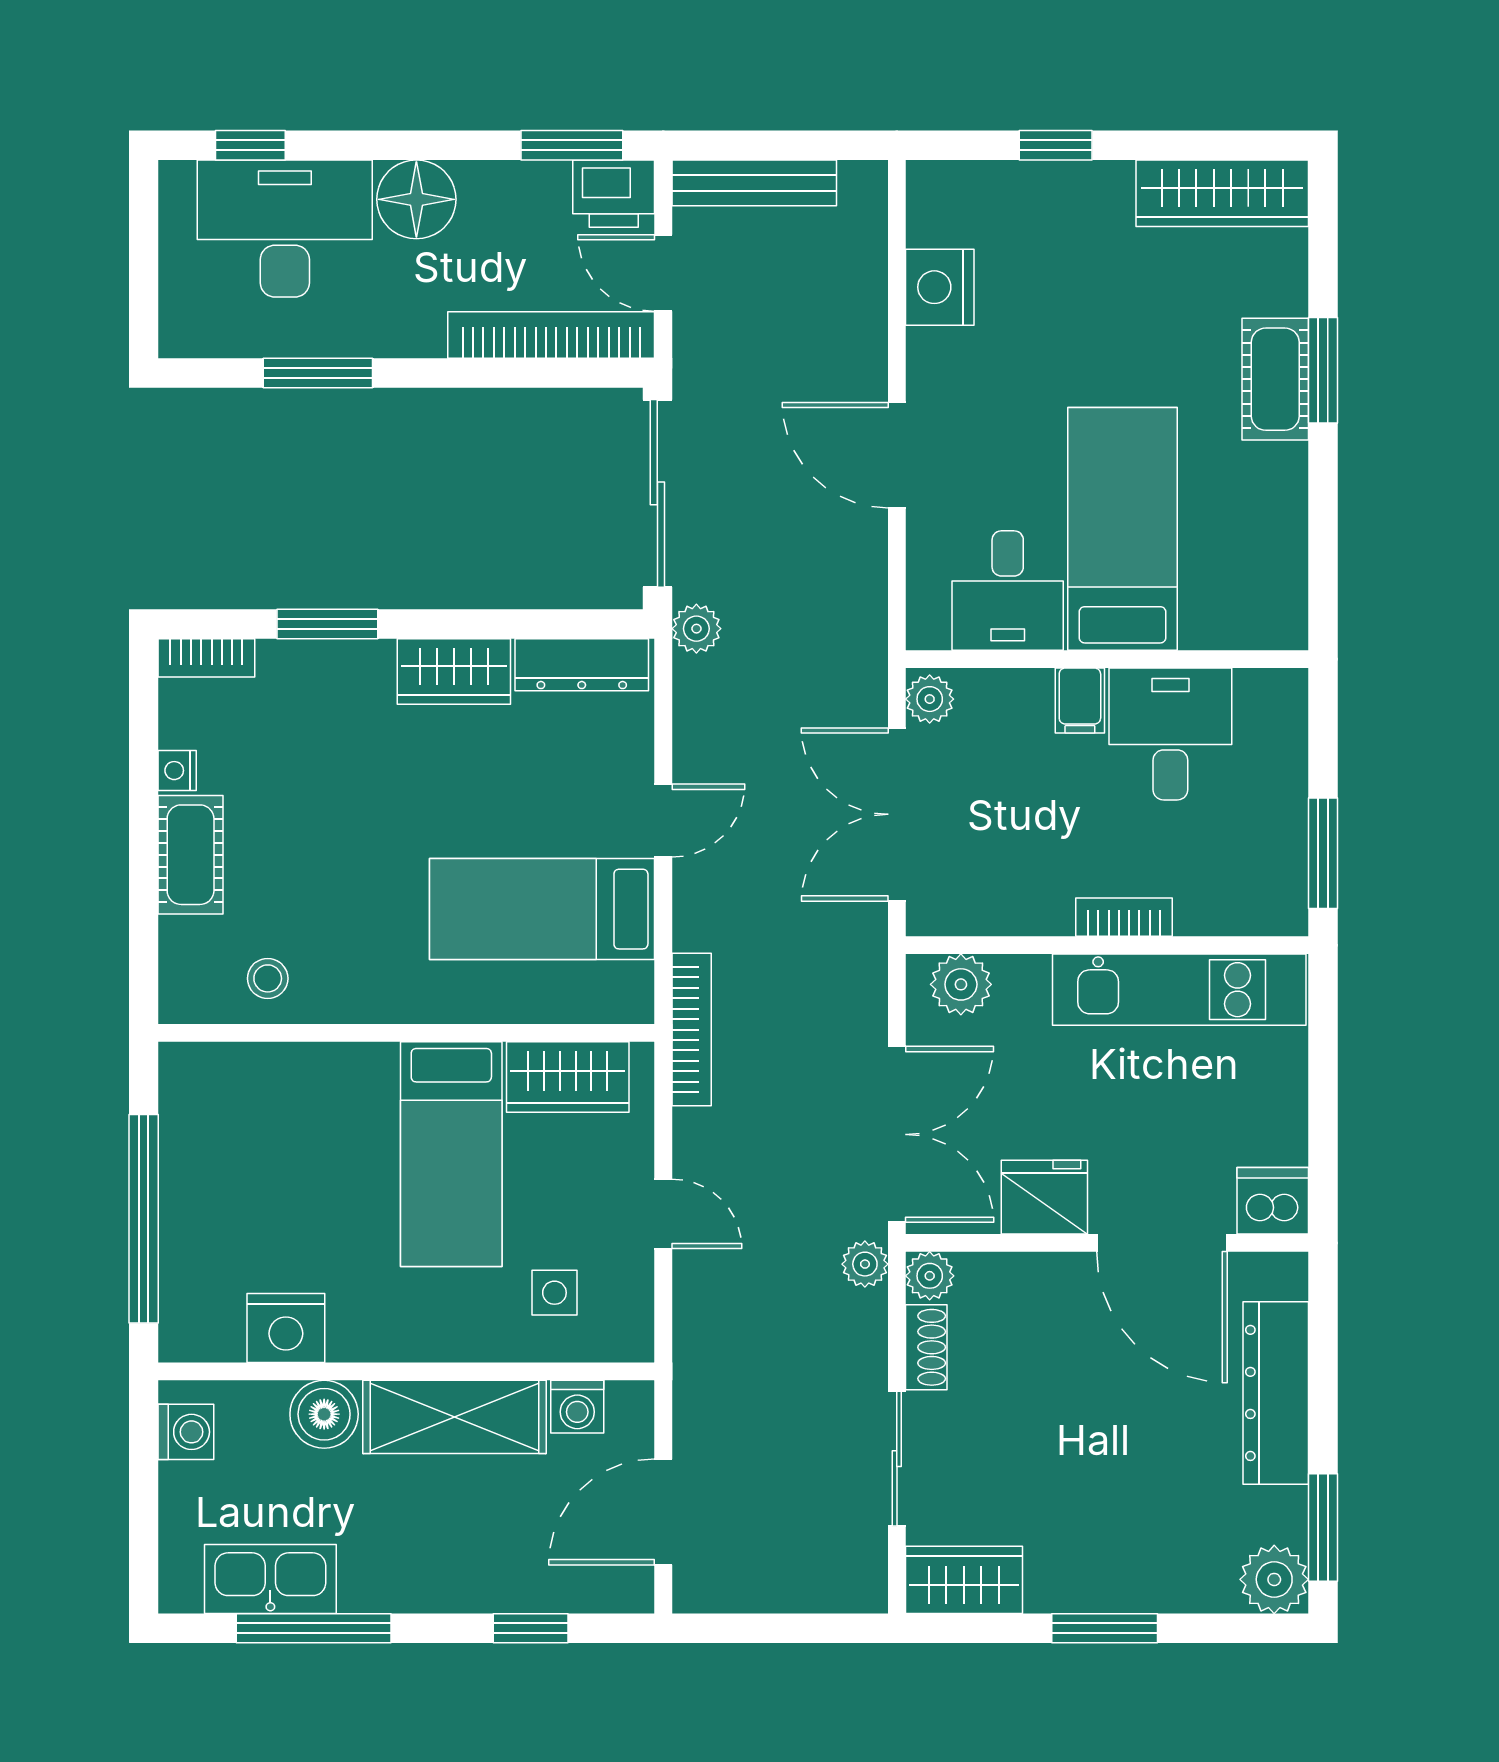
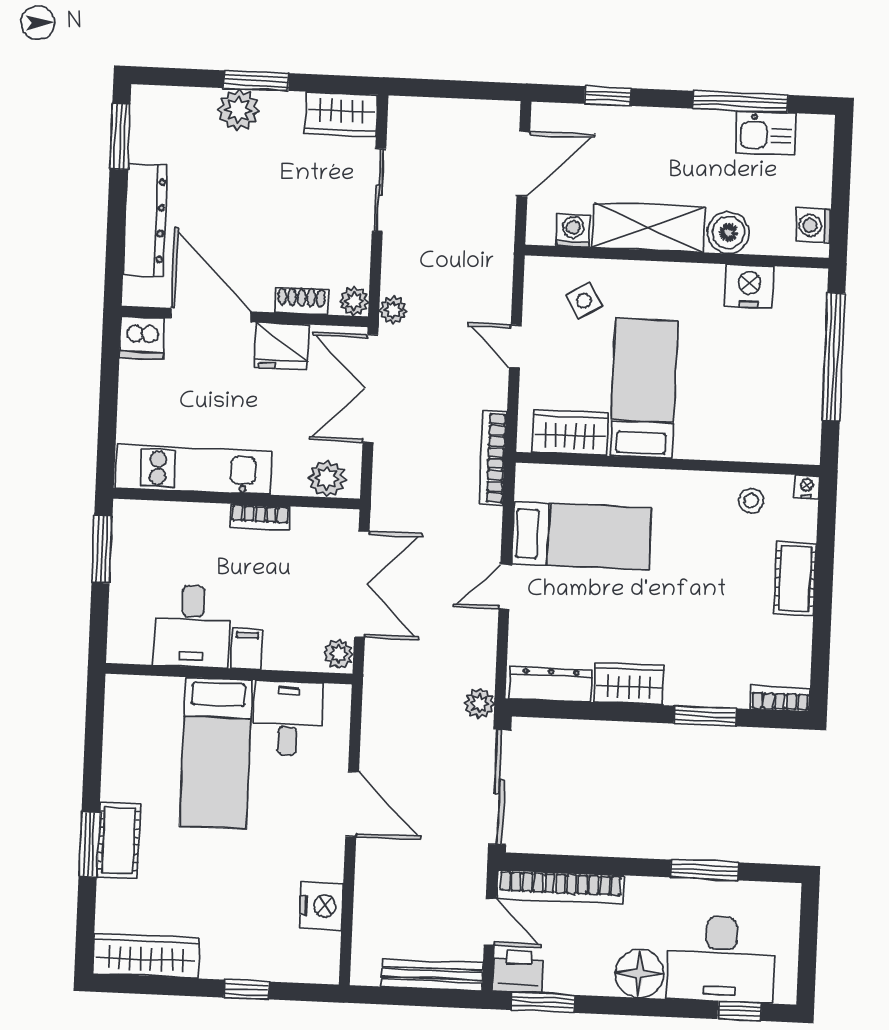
nightstand: (177, 771) -> (807, 487), moved, turned -90
bookcase: (1124, 917) -> (260, 517), moved
side table: (554, 1293) -> (584, 301), turned -31
shoe rack: (926, 1347) -> (301, 301), moved, turned 90
kitchen sink: (270, 1579) -> (766, 133), width x0.73
plant: (1274, 1579) -> (238, 110), moved

